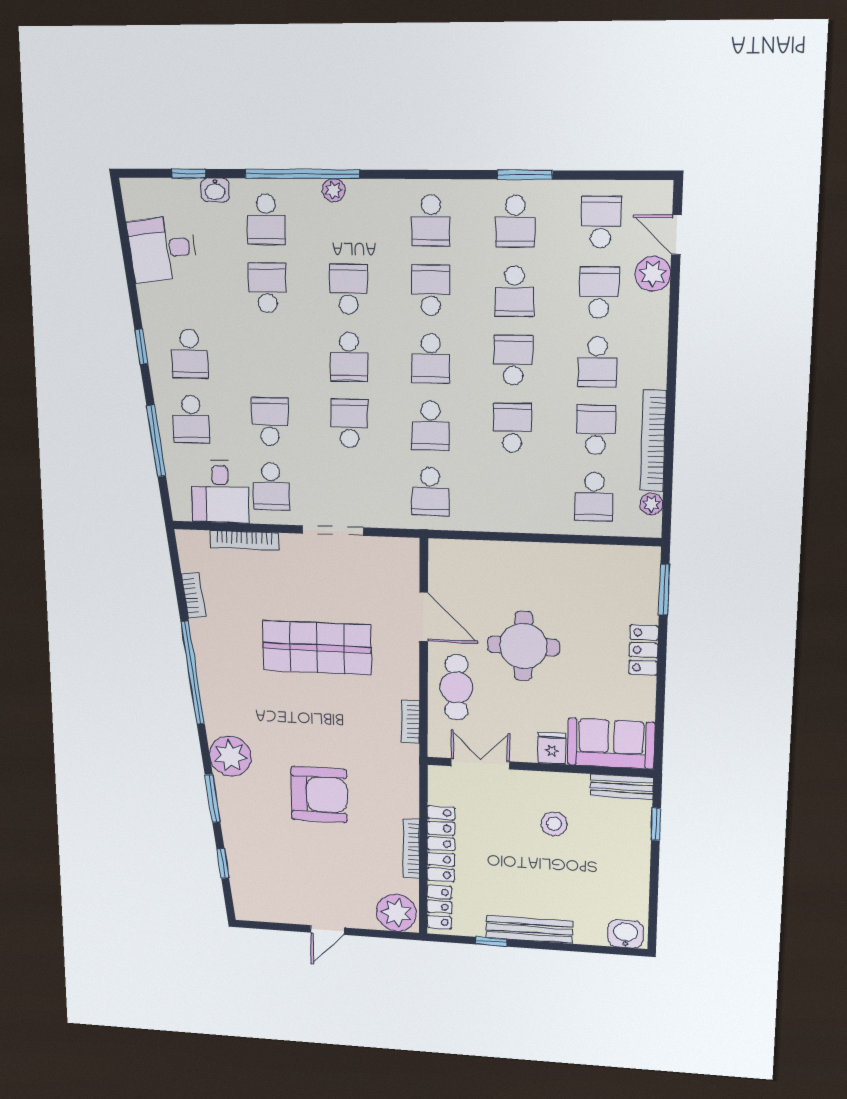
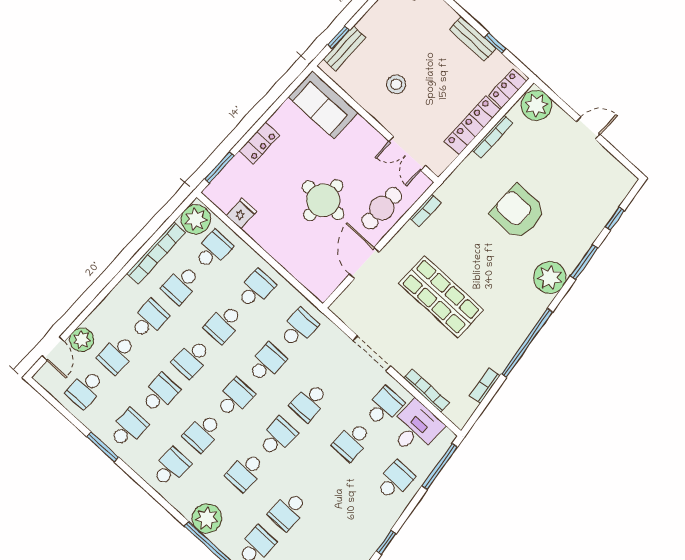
plant: (334, 190) -> (207, 518), width x1.87, depth x1.87
school desk: (189, 354) -> (256, 289), moved
window: (156, 441) -> (440, 466), moved
plant: (651, 504) -> (196, 219), width x1.88, depth x1.88
fridge: (552, 748) -> (241, 213), moved, turned 180
bench: (621, 787) -> (344, 48), moved, turned 90
bench: (529, 929) -> (473, 39), width x0.73

